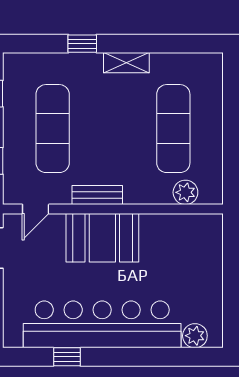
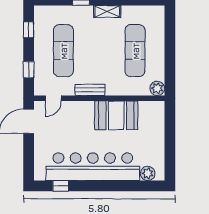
plant: (185, 192) -> (157, 88), moved
booth: (102, 238) -> (116, 115), moved
window: (67, 357) -> (61, 186), moved

